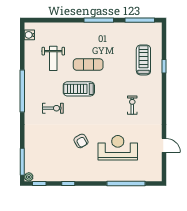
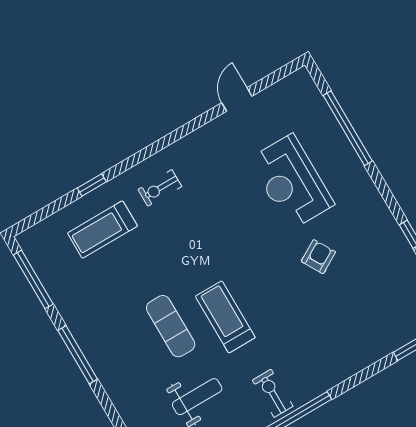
treadmill: (79, 89) -> (225, 317), turned 180
exercise bike: (132, 105) -> (160, 188), moved
exercise bike: (53, 108) -> (273, 393), moved

